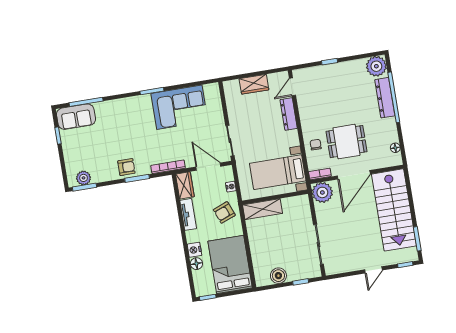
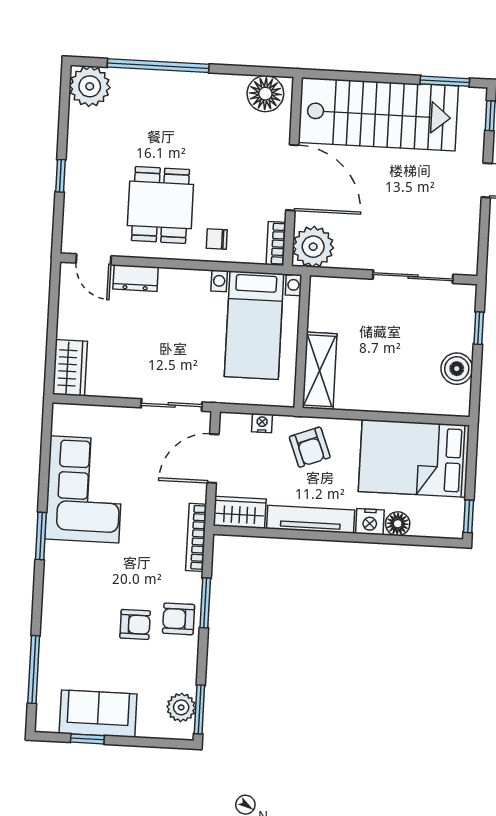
wardrobe: (254, 84) -> (70, 368), moved
dresser: (385, 98) -> (155, 83), removed
dresser: (289, 114) -> (136, 278), width x0.70
sofa: (76, 117) -> (98, 714), moved, turned -90
dining table: (347, 142) -> (160, 205), moved
armchair: (119, 146) -> (135, 624), added
floor lamp: (395, 148) -> (265, 94), width x1.89, depth x1.89
armchair: (126, 167) -> (179, 619), turned -90
tv unit: (188, 214) -> (311, 519), width x1.41

